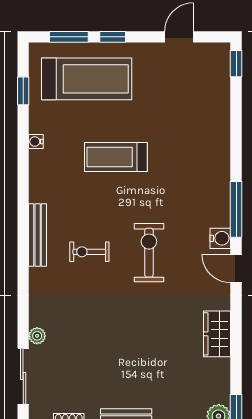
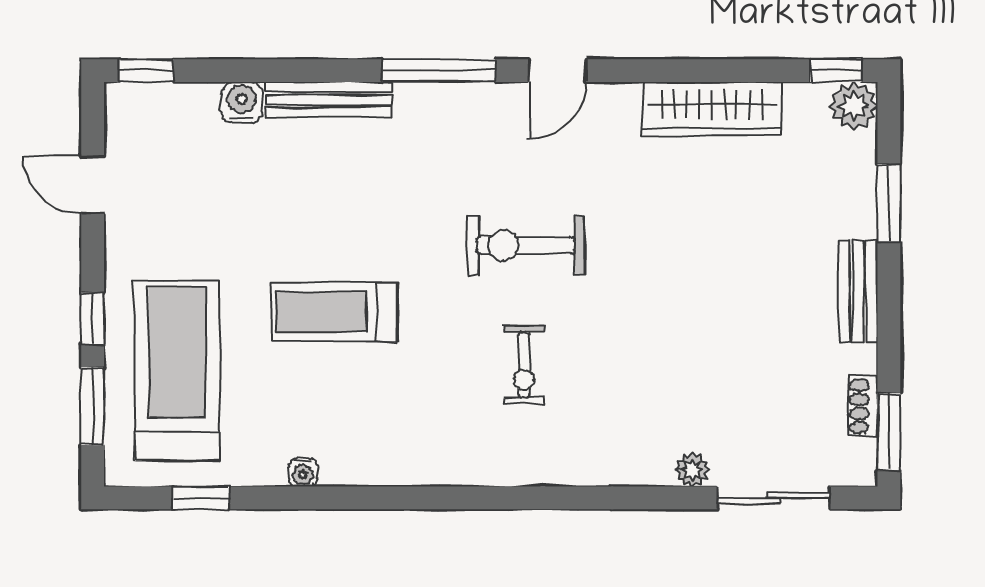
treadmill: (116, 157) -> (334, 312), turned 90
bench: (38, 235) -> (329, 99), moved
water cooler: (220, 238) -> (242, 102), moved
wardrobe: (217, 334) -> (712, 109), width x1.50

